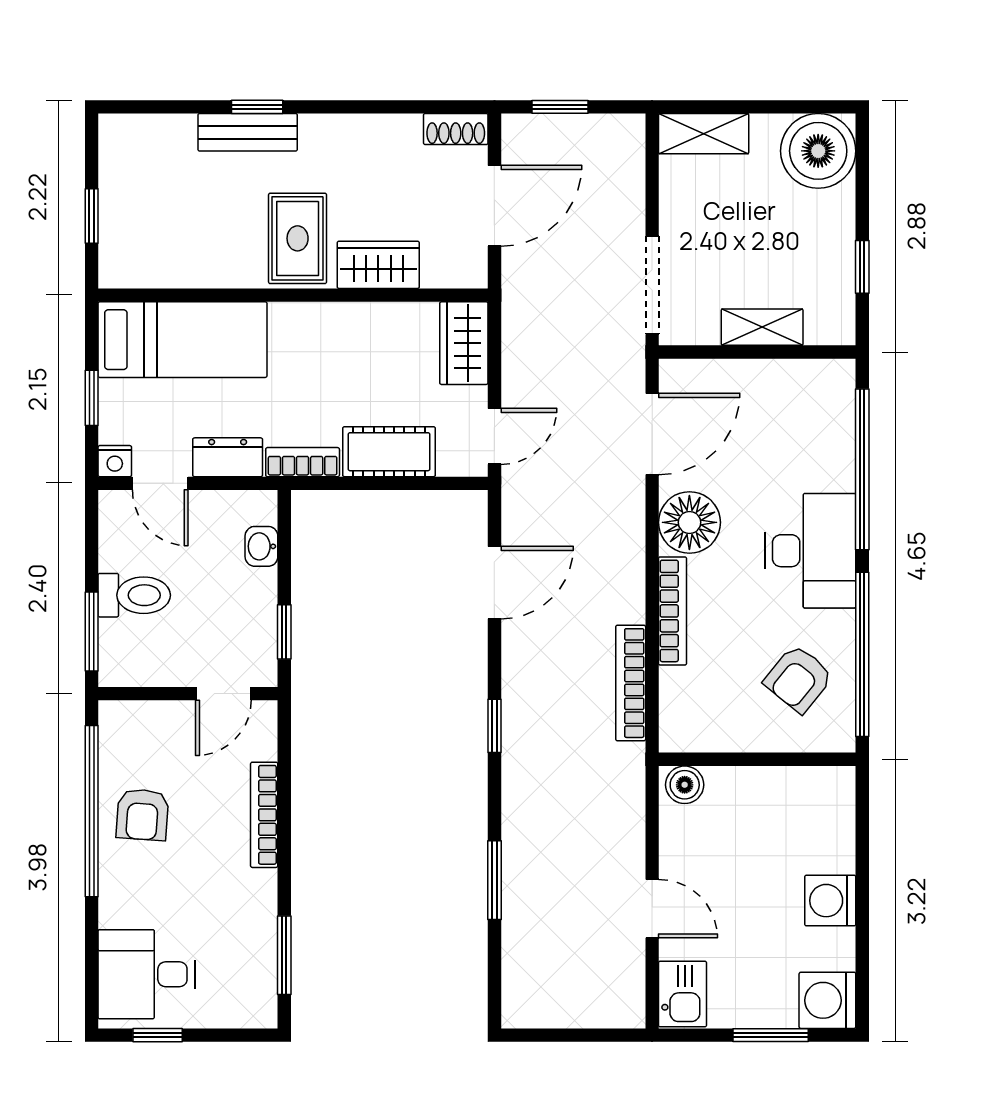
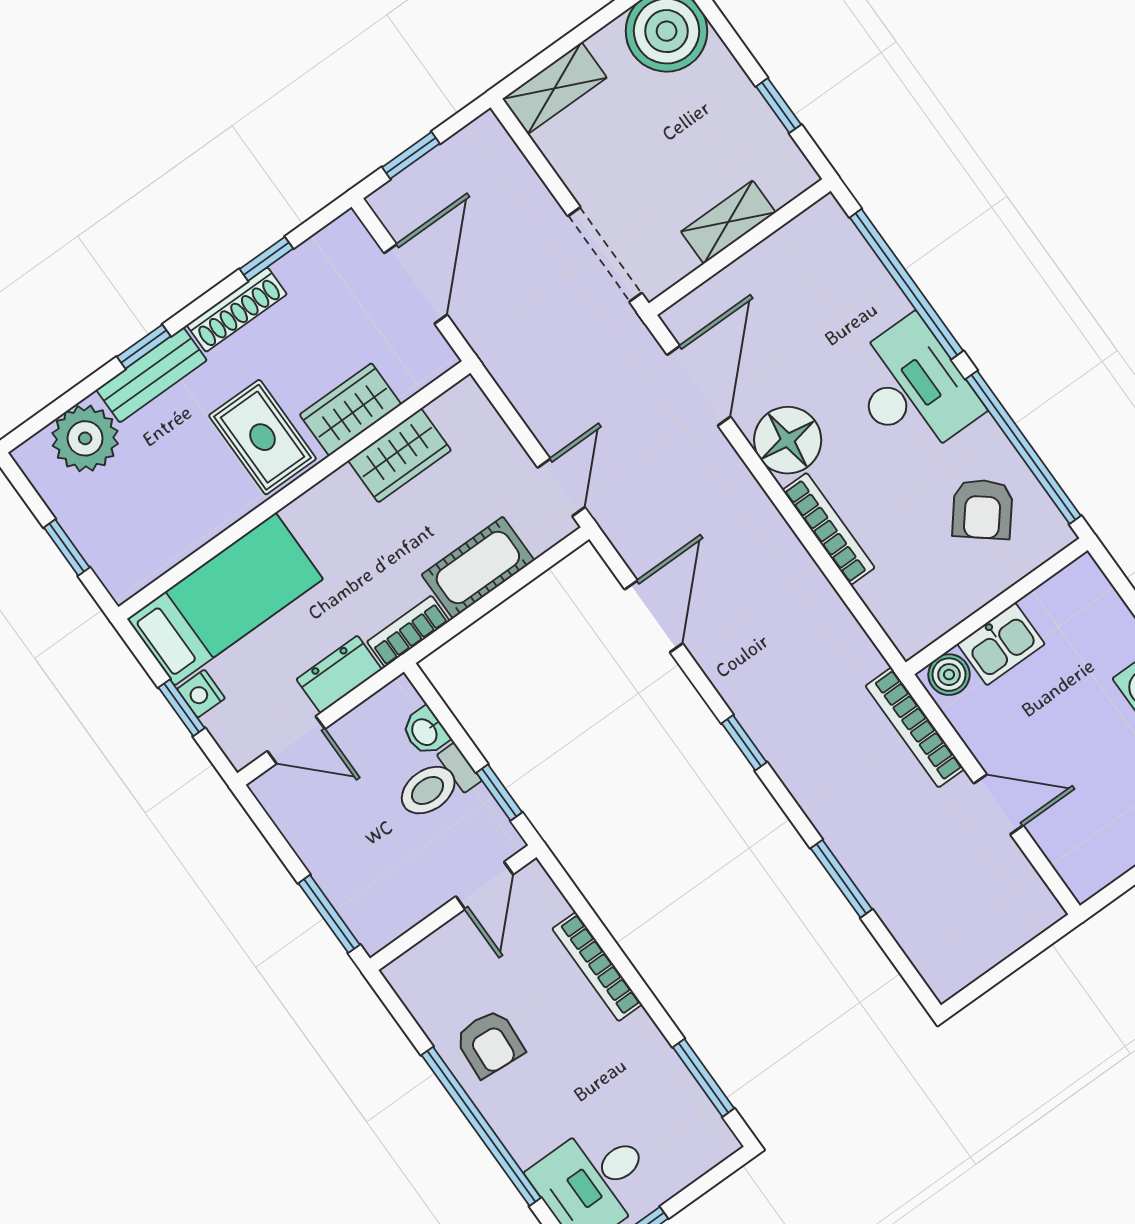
window: (396, 107) -> (266, 259), added
shoe rack: (456, 129) -> (237, 310), moved, width x1.43
plant: (164, 144) -> (85, 438), added
wardrobe: (464, 343) -> (400, 455), moved, turned -90
nightstand: (115, 461) -> (201, 694), moved, turned 90
toilet: (134, 595) -> (436, 784), moved, turned 180
bookcase: (631, 683) -> (915, 727), moved
window: (92, 811) -> (481, 1126), moved
kitchen sink: (683, 994) -> (1001, 644), moved, turned 90

